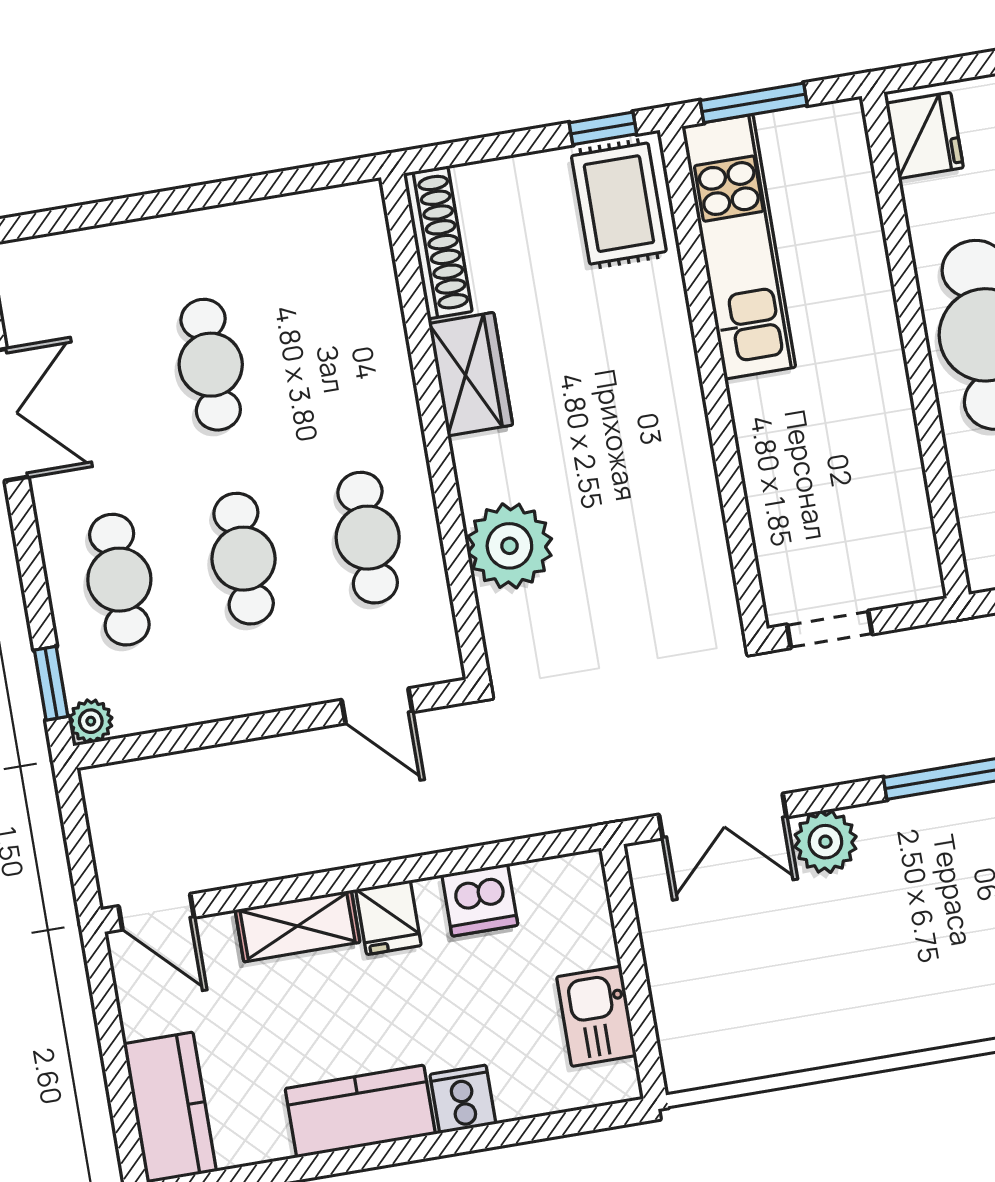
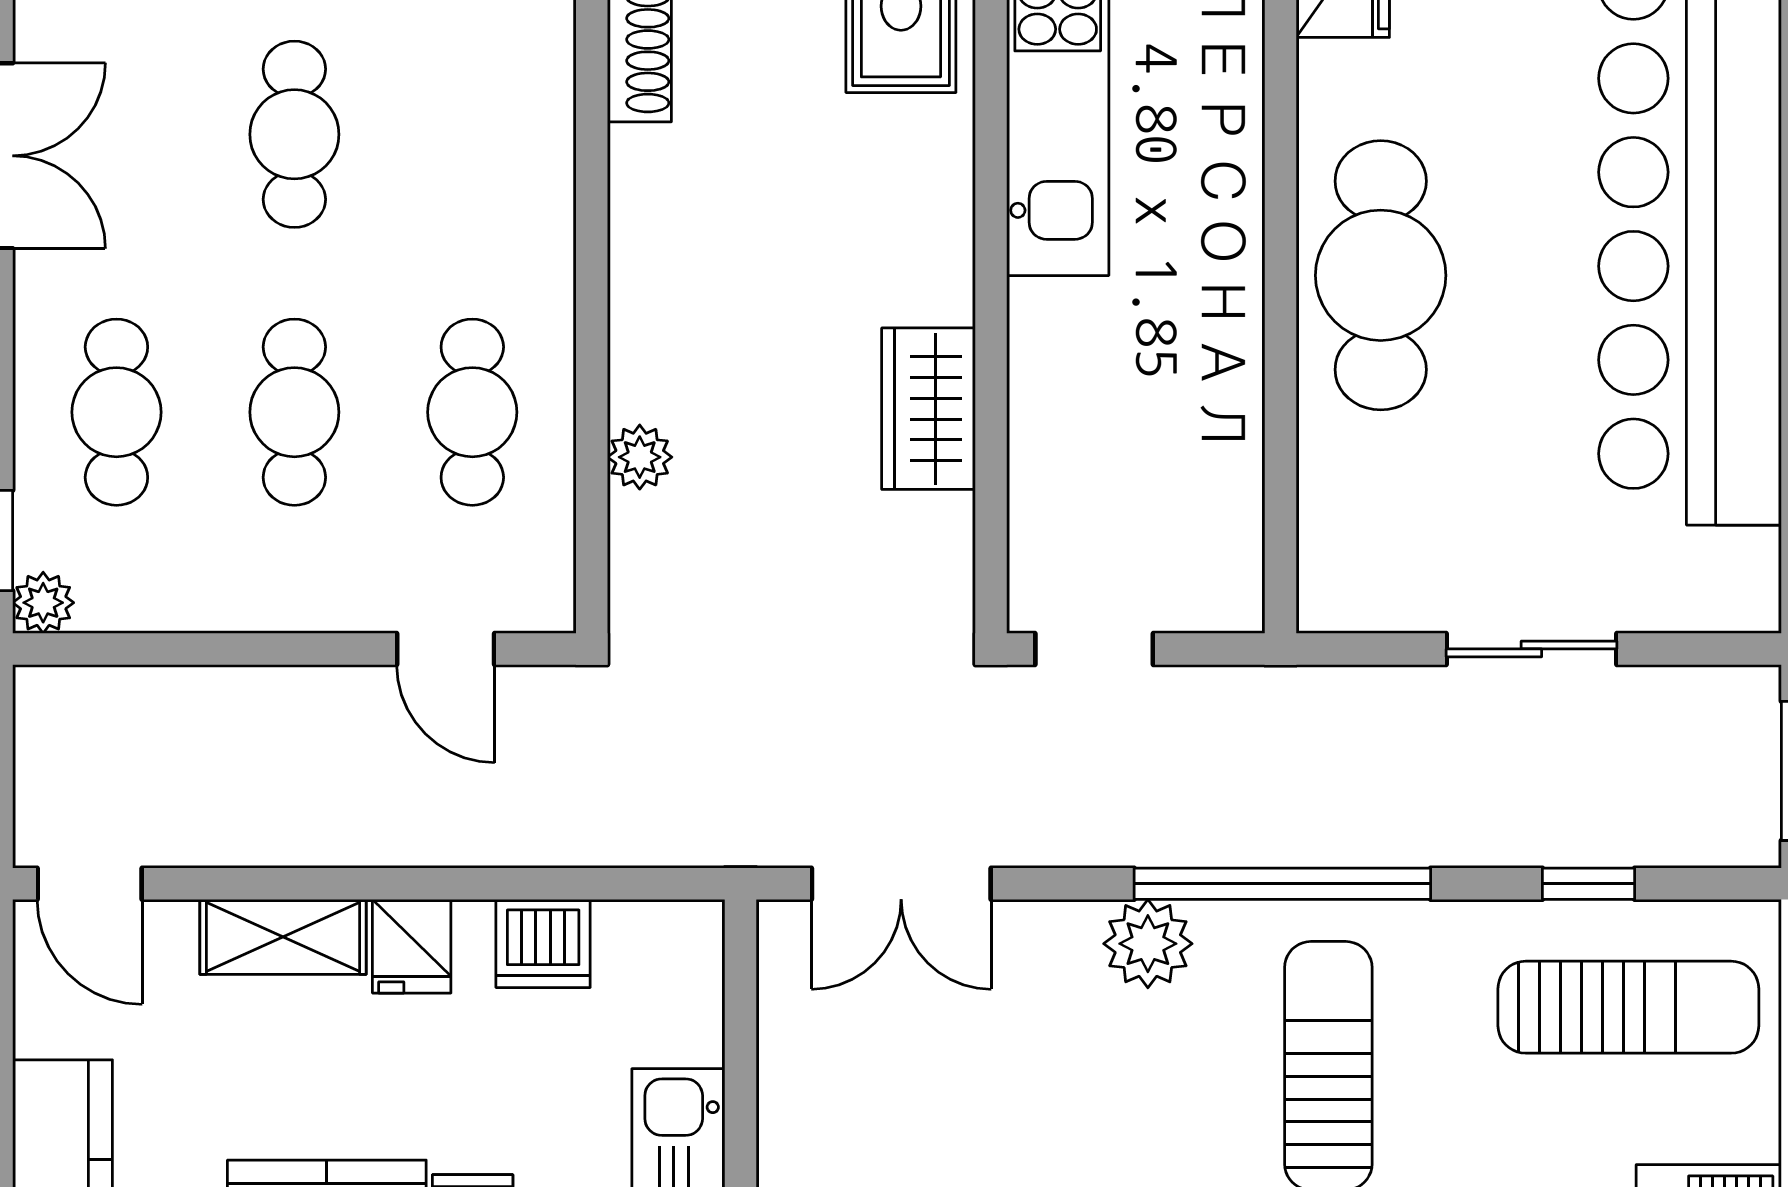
wardrobe: (471, 374) -> (928, 409), moved, turned 180
plant: (509, 546) -> (640, 457), width x0.53, depth x0.53
plant: (825, 842) -> (1148, 944), moved

